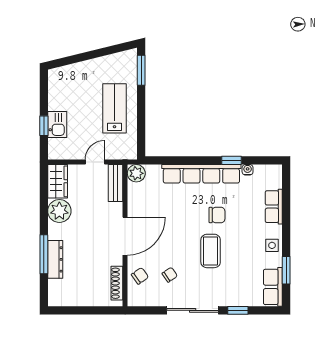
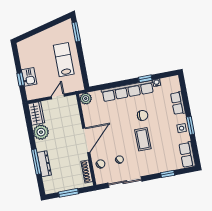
bench: (116, 183) -> (74, 107), removed
window: (286, 270) -> (190, 126), moved
window: (83, 310) -> (69, 193), added
sliding door: (193, 310) -> (125, 182), moved

